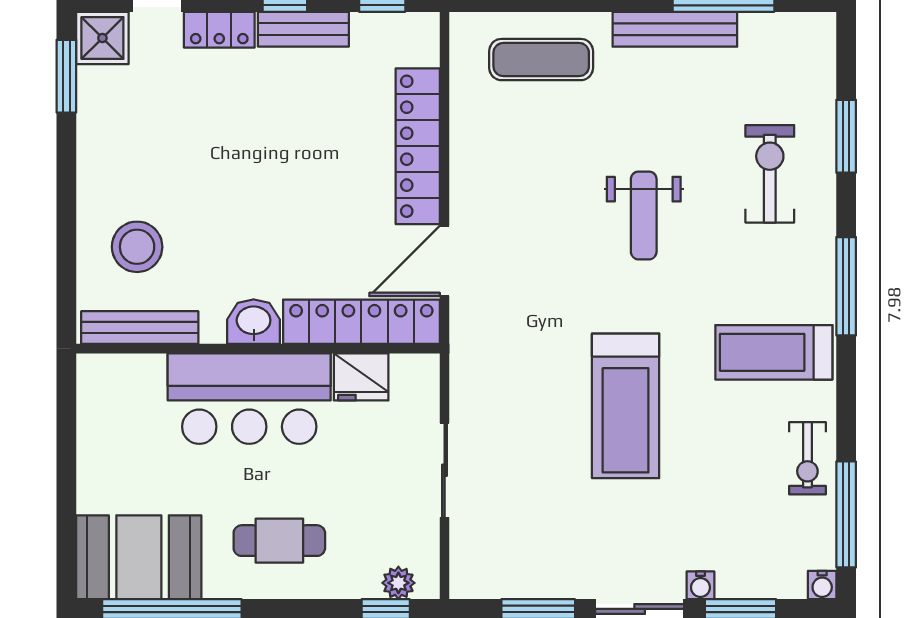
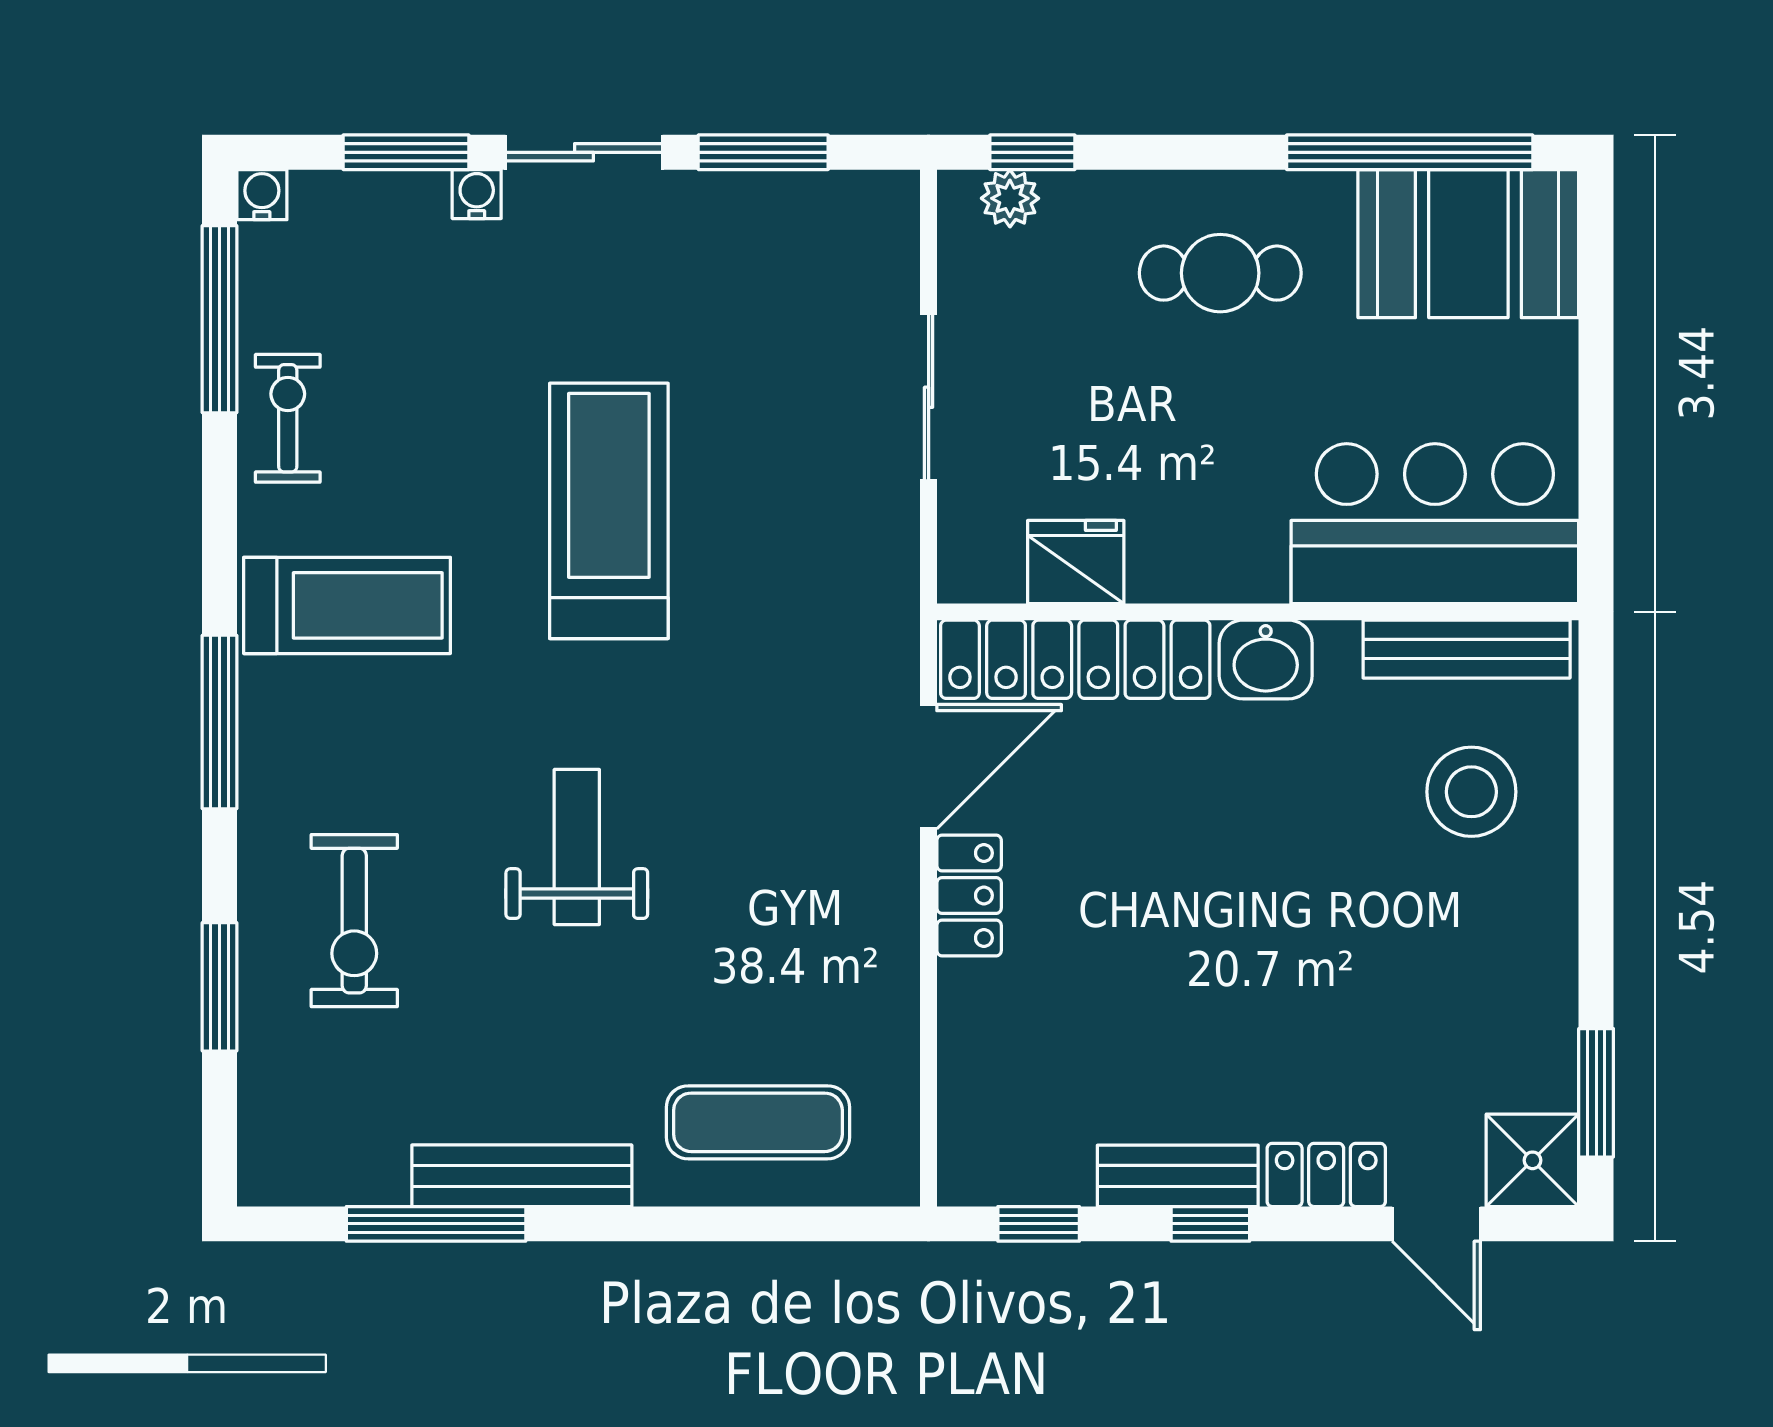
locker: (418, 146) -> (969, 895), width x0.46, depth x0.83
bar counter: (249, 399) -> (1435, 524), moved

